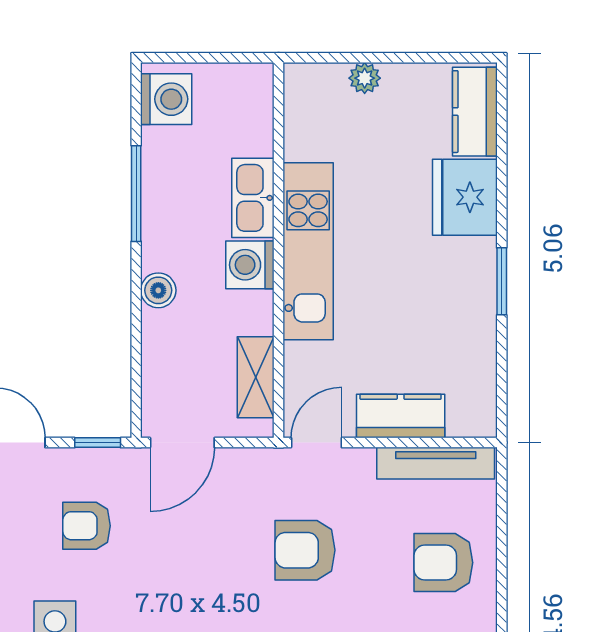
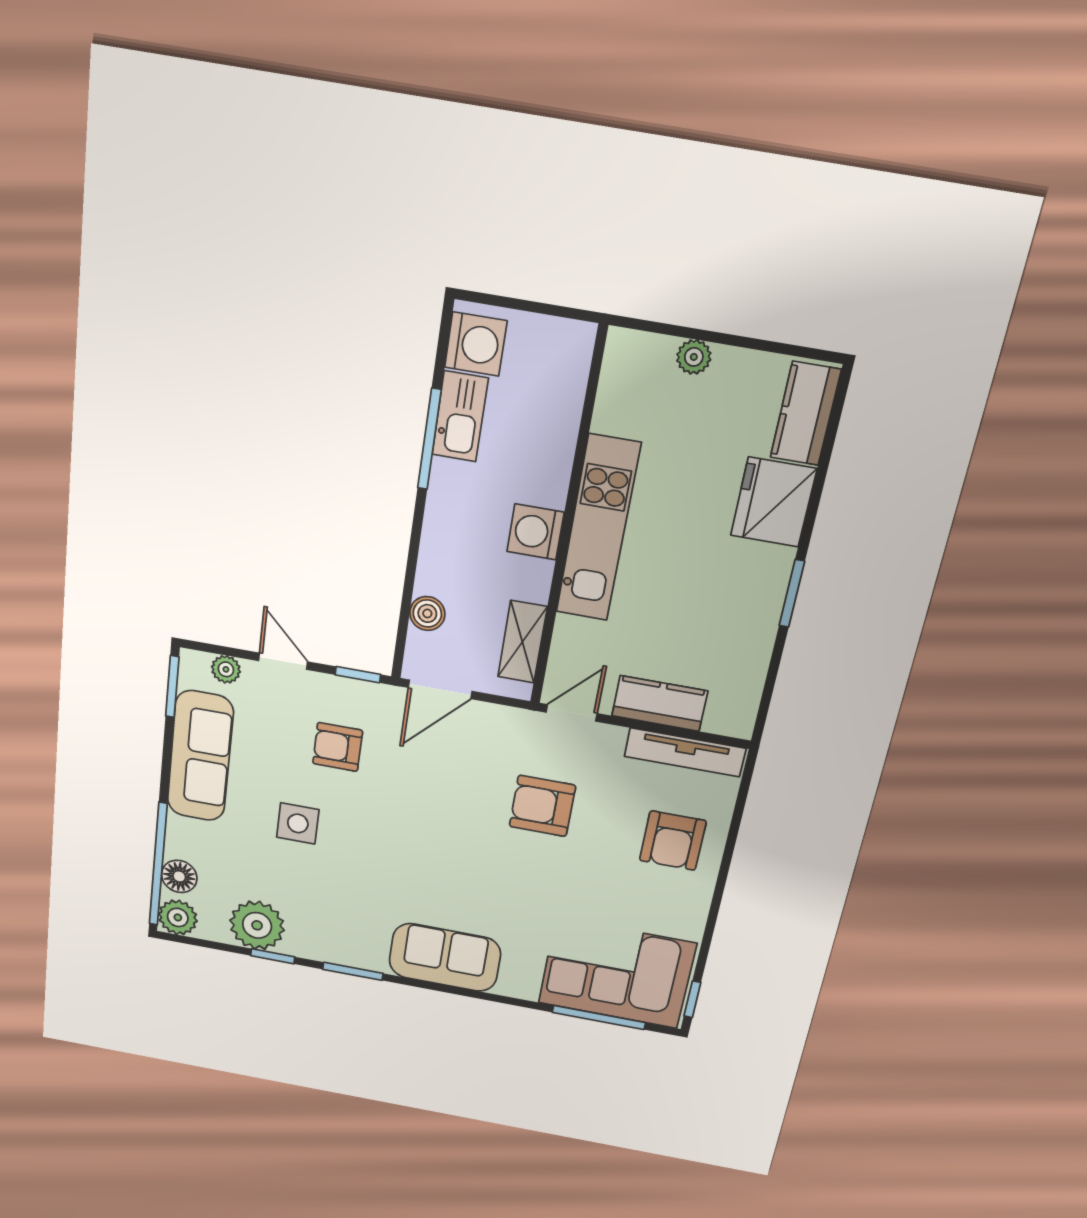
kitchen sink: (253, 198) -> (460, 417), moved, turned 180
boiler: (158, 290) -> (427, 613), moved
armchair: (443, 563) -> (673, 841), turned -90

